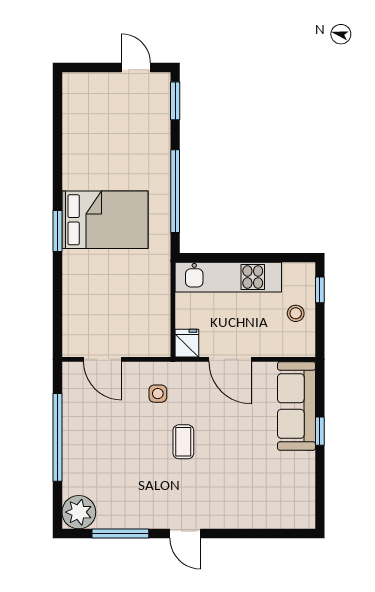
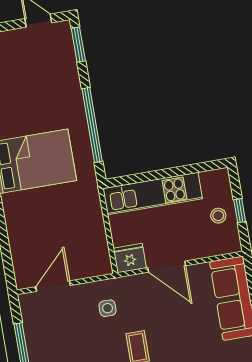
window: (320, 290) -> (240, 211), moved
fridge: (187, 343) -> (130, 258), width x1.38
door: (103, 359) -> (53, 286), swing flipped

